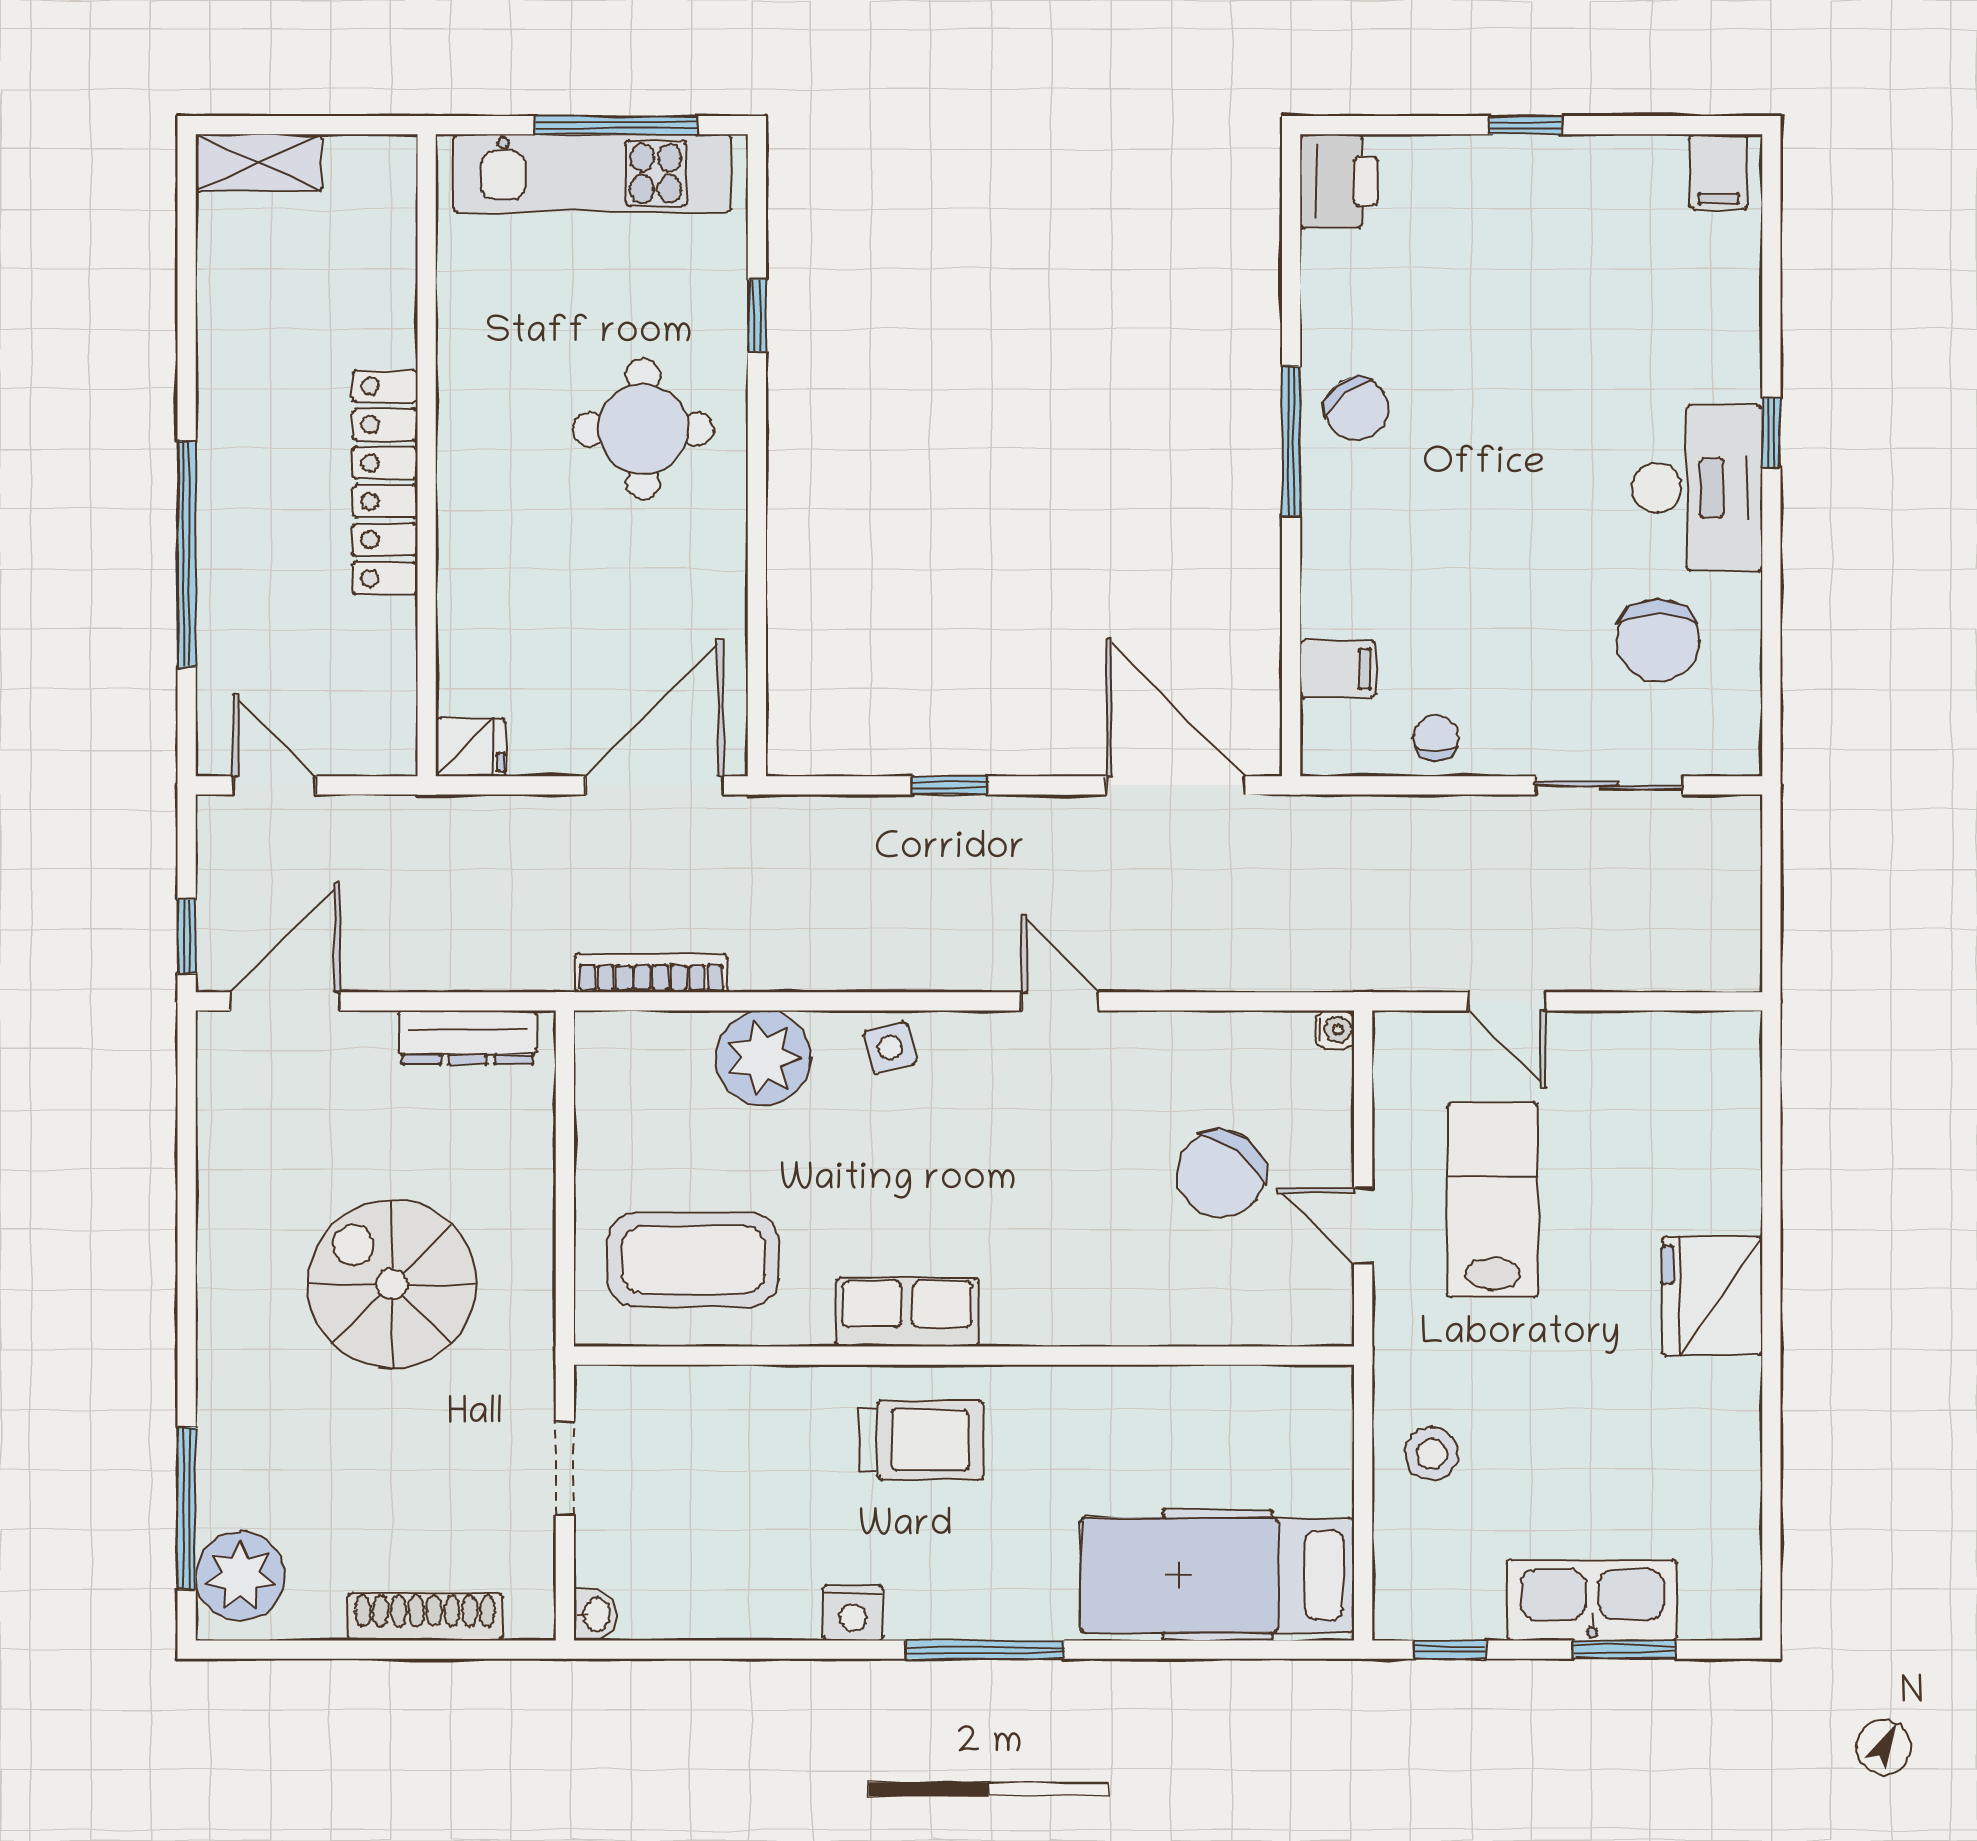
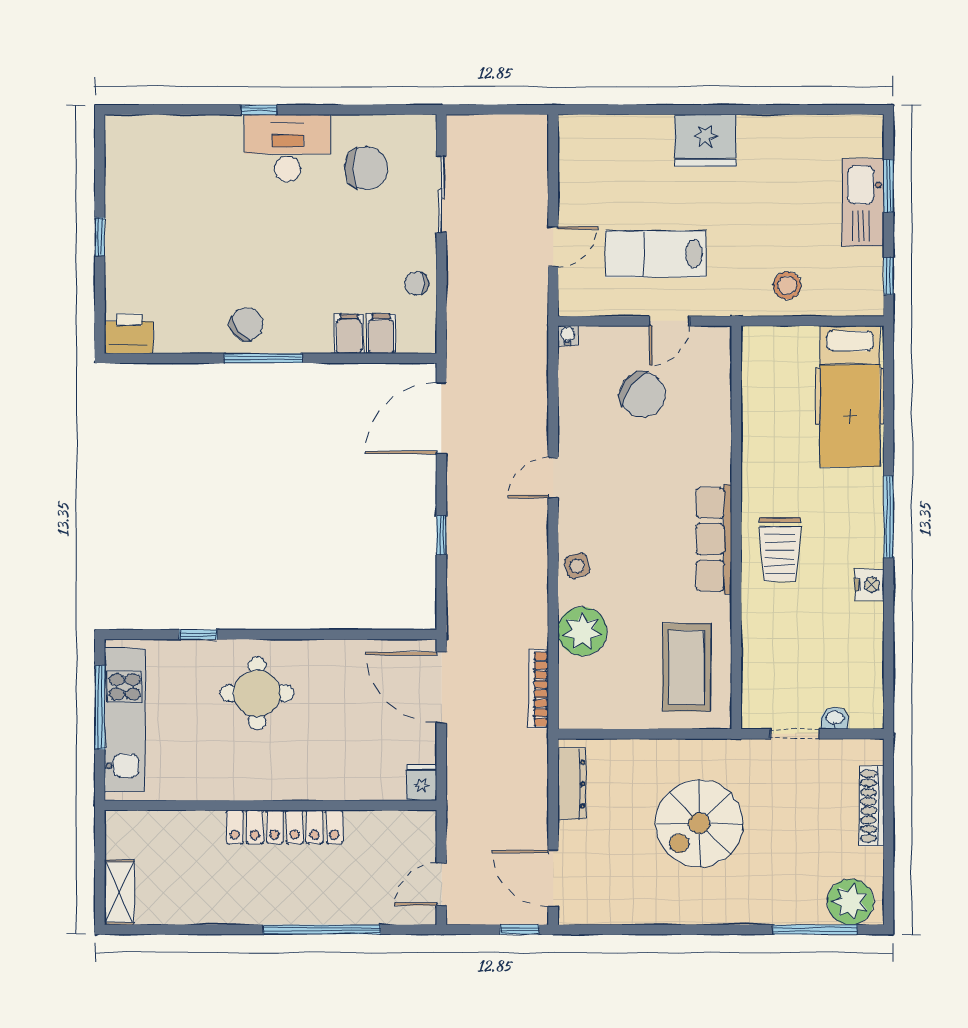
filing cabinet: (1718, 172) -> (349, 334), moved, turned -90
row of seats: (907, 1312) -> (714, 539), width x1.48
trolley: (922, 1440) -> (780, 549), turned 180
washbasin: (595, 1614) -> (835, 718), moved

